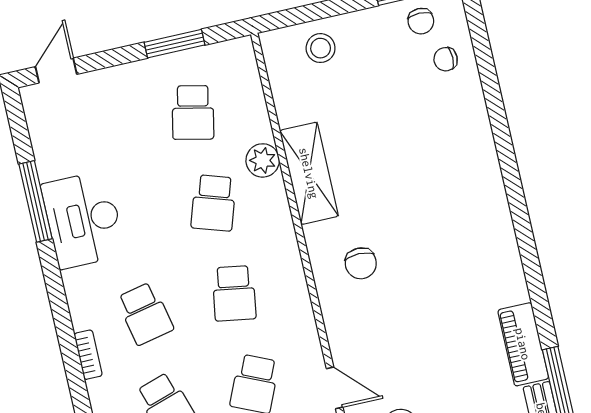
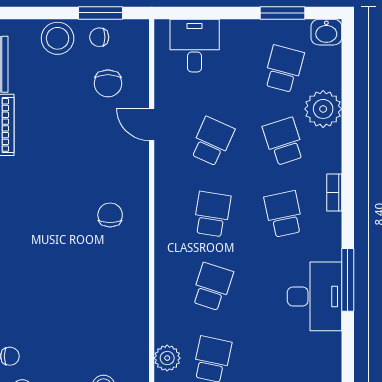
plant: (263, 160) -> (167, 358), moved
shelving: (309, 173) -> (134, 293), removed
window: (35, 201) -> (348, 280), moved

